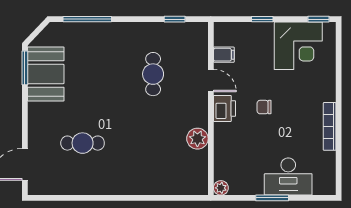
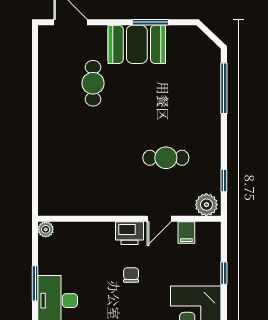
window: (25, 68) -> (150, 22), moved
booth: (46, 74) -> (137, 44), moved
plant: (197, 139) -> (206, 205), moved

